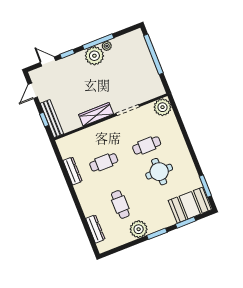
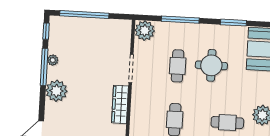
window: (67, 54) -> (46, 31), moved
plant: (94, 56) -> (56, 91), moved
window: (184, 131) -> (180, 20), added
window: (205, 186) -> (233, 23), moved

